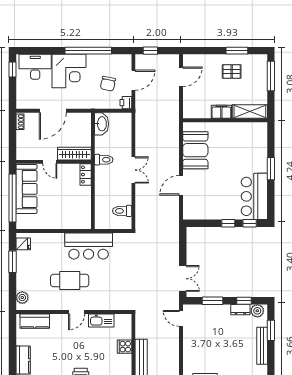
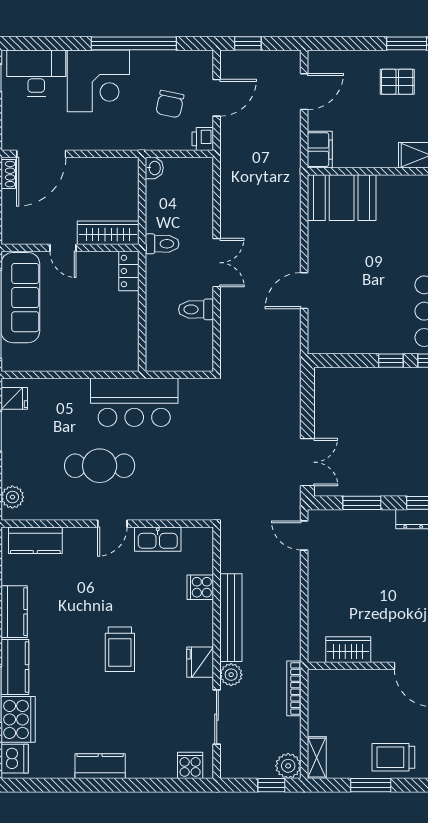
door: (53, 111) -> (41, 154), moved
filing cabinet: (221, 112) -> (320, 150), moved, turned 90
washbasin: (102, 124) -> (154, 168), width x0.52, depth x0.69
booth: (195, 150) -> (342, 198), moved, turned 90
toilet: (122, 211) -> (196, 309), moved

